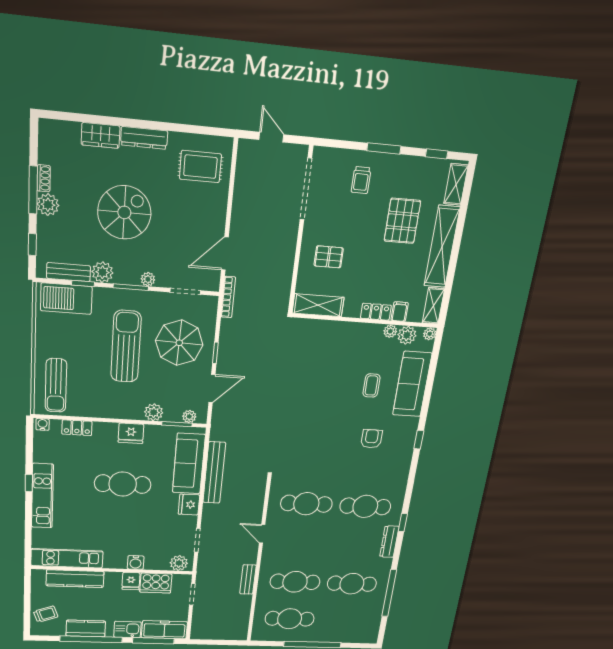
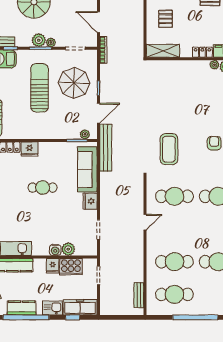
door: (225, 254) -> (98, 22), hinge flipped
pallet: (329, 257) -> (165, 19), turned 90
plant: (102, 272) -> (39, 40), moved
coffee table: (371, 385) -> (169, 149), moved, width x1.86, depth x1.72
plant: (154, 412) -> (61, 133), removed
fridge: (131, 433) -> (29, 149), moved
bench: (214, 473) -> (106, 148), moved
cafe table: (123, 484) -> (43, 188), width x0.73, depth x0.74
door: (262, 534) -> (145, 222), swing flipped
plant: (179, 563) -> (68, 249), moved
bench: (248, 579) -> (139, 295), moved
window: (153, 641) -> (72, 317), width x0.46

